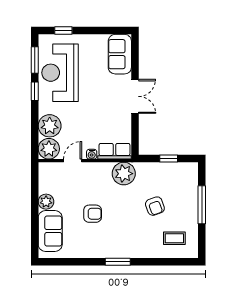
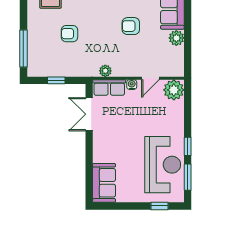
double door: (135, 96) -> (89, 114), moved
plant: (50, 126) -> (173, 112), removed
plant: (124, 174) -> (105, 71), width x0.53, depth x0.53
window: (202, 205) -> (23, 48), moved
armchair: (155, 206) -> (70, 34), turned -70

